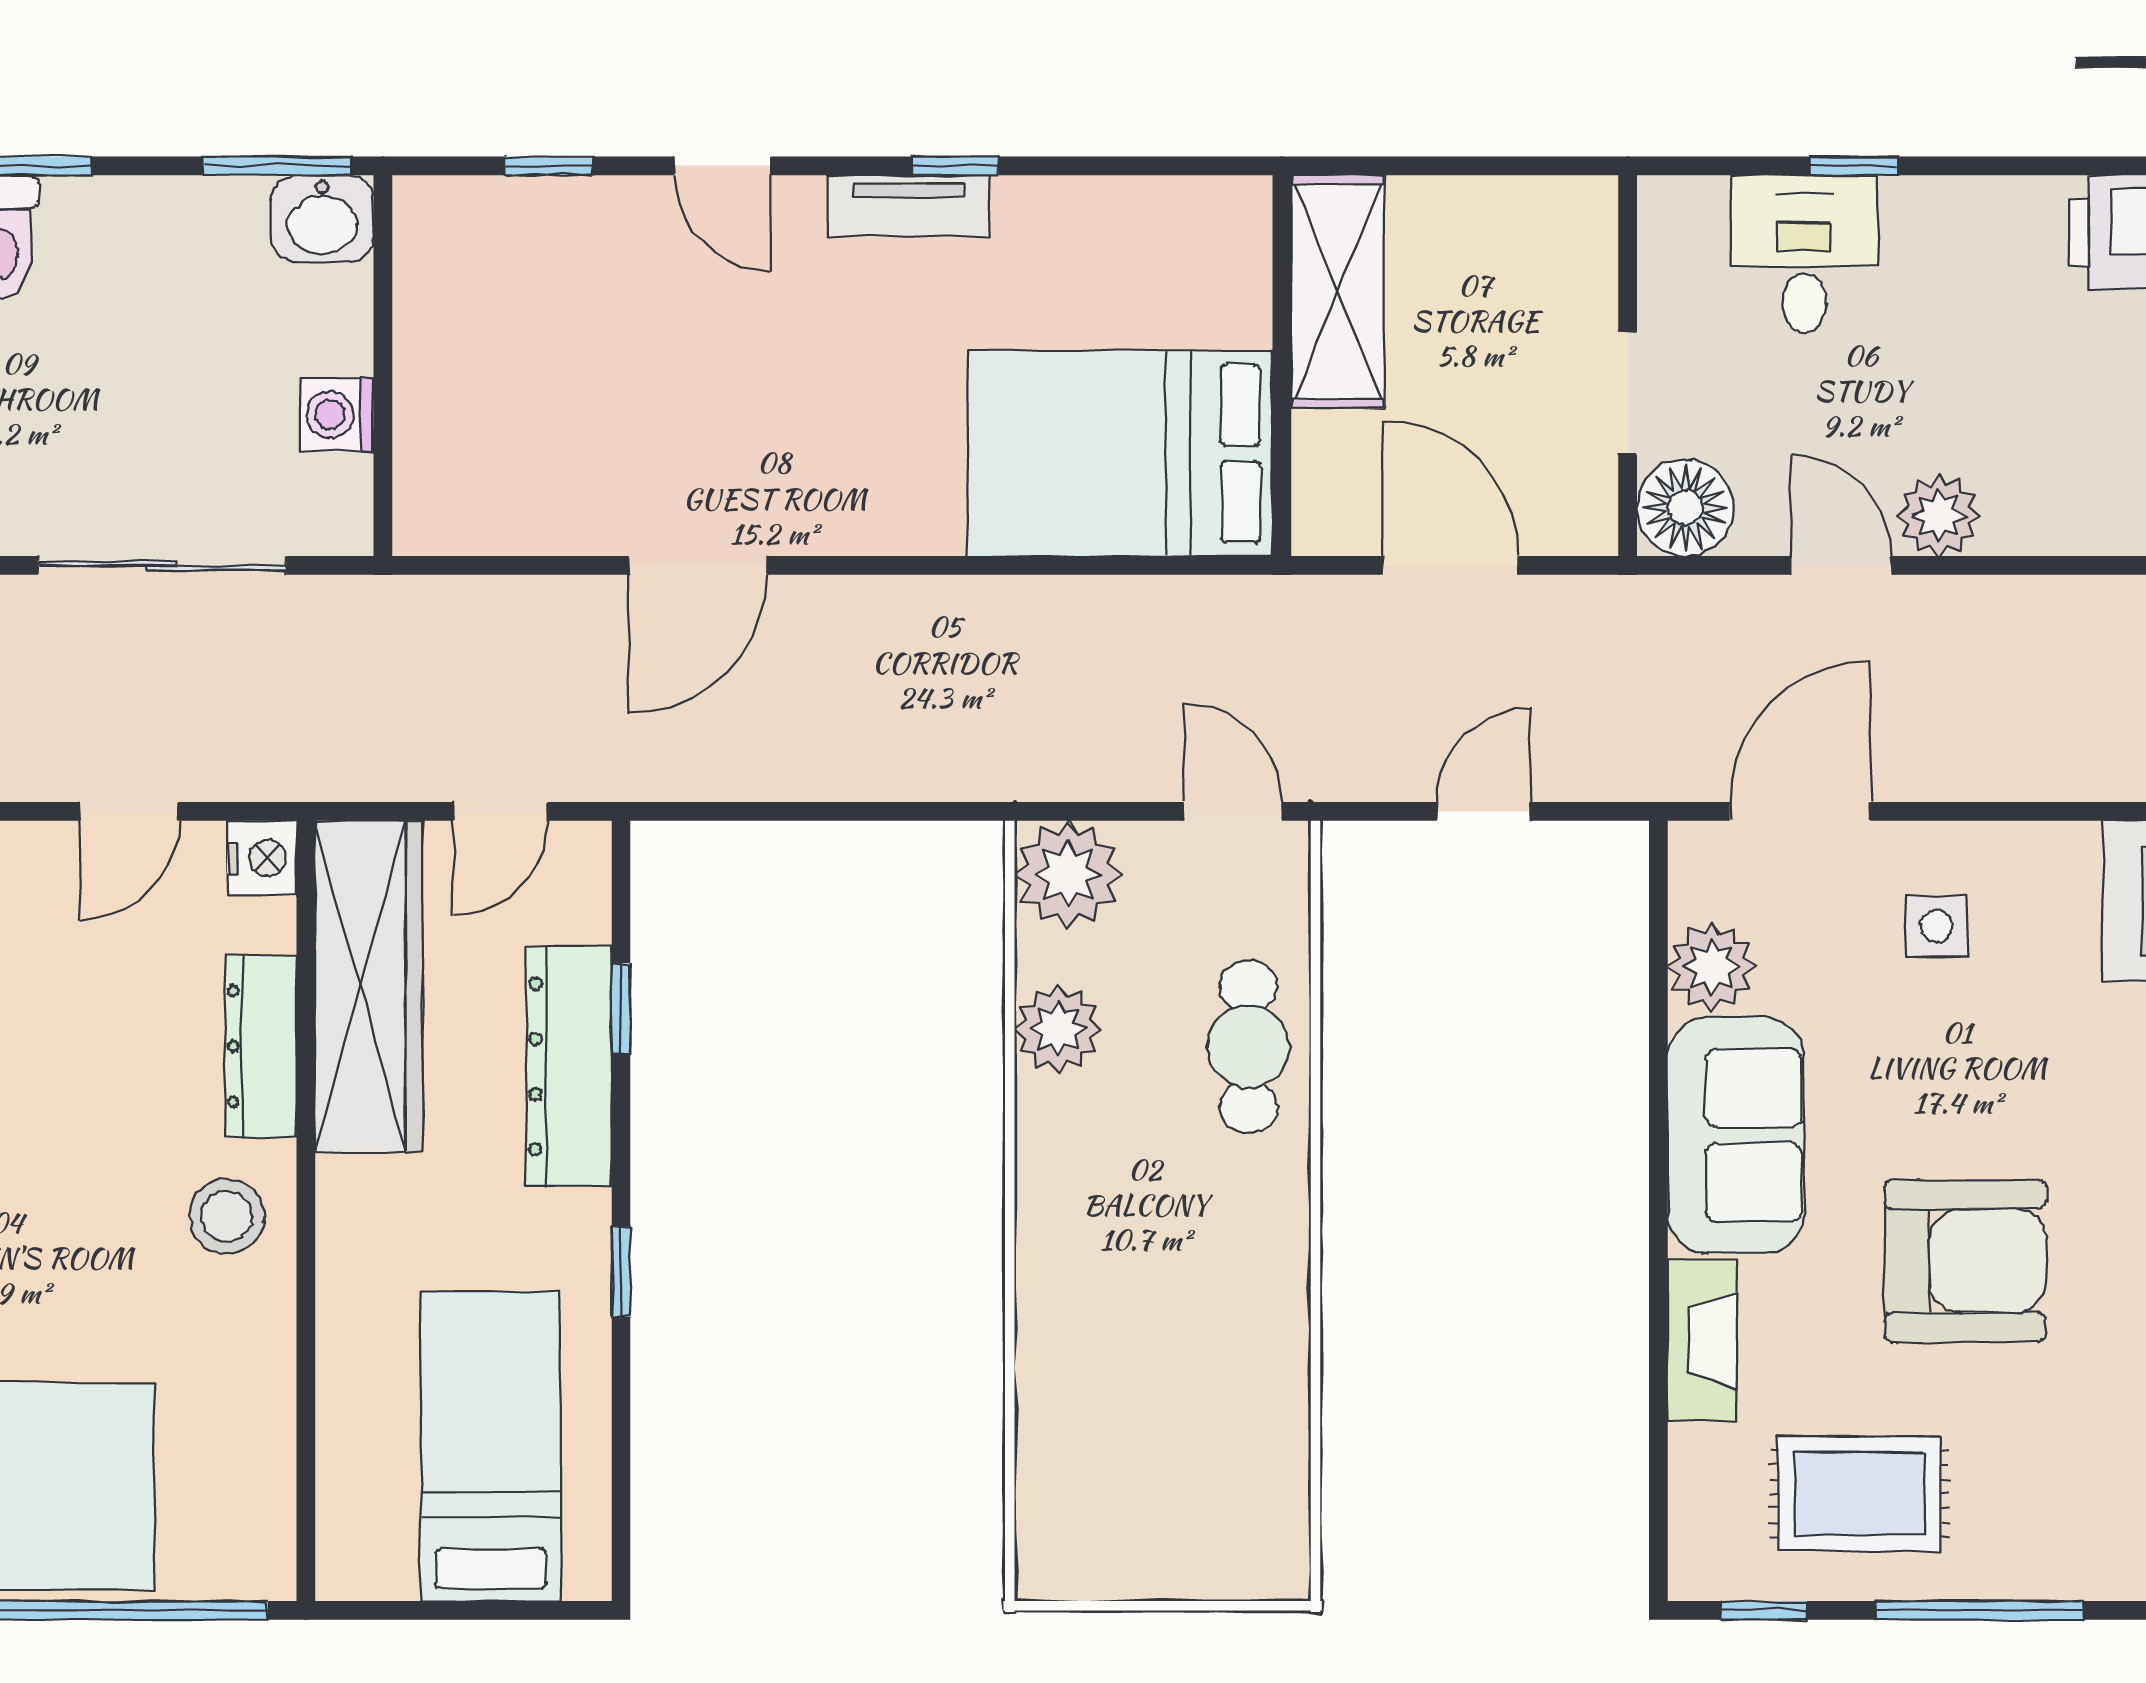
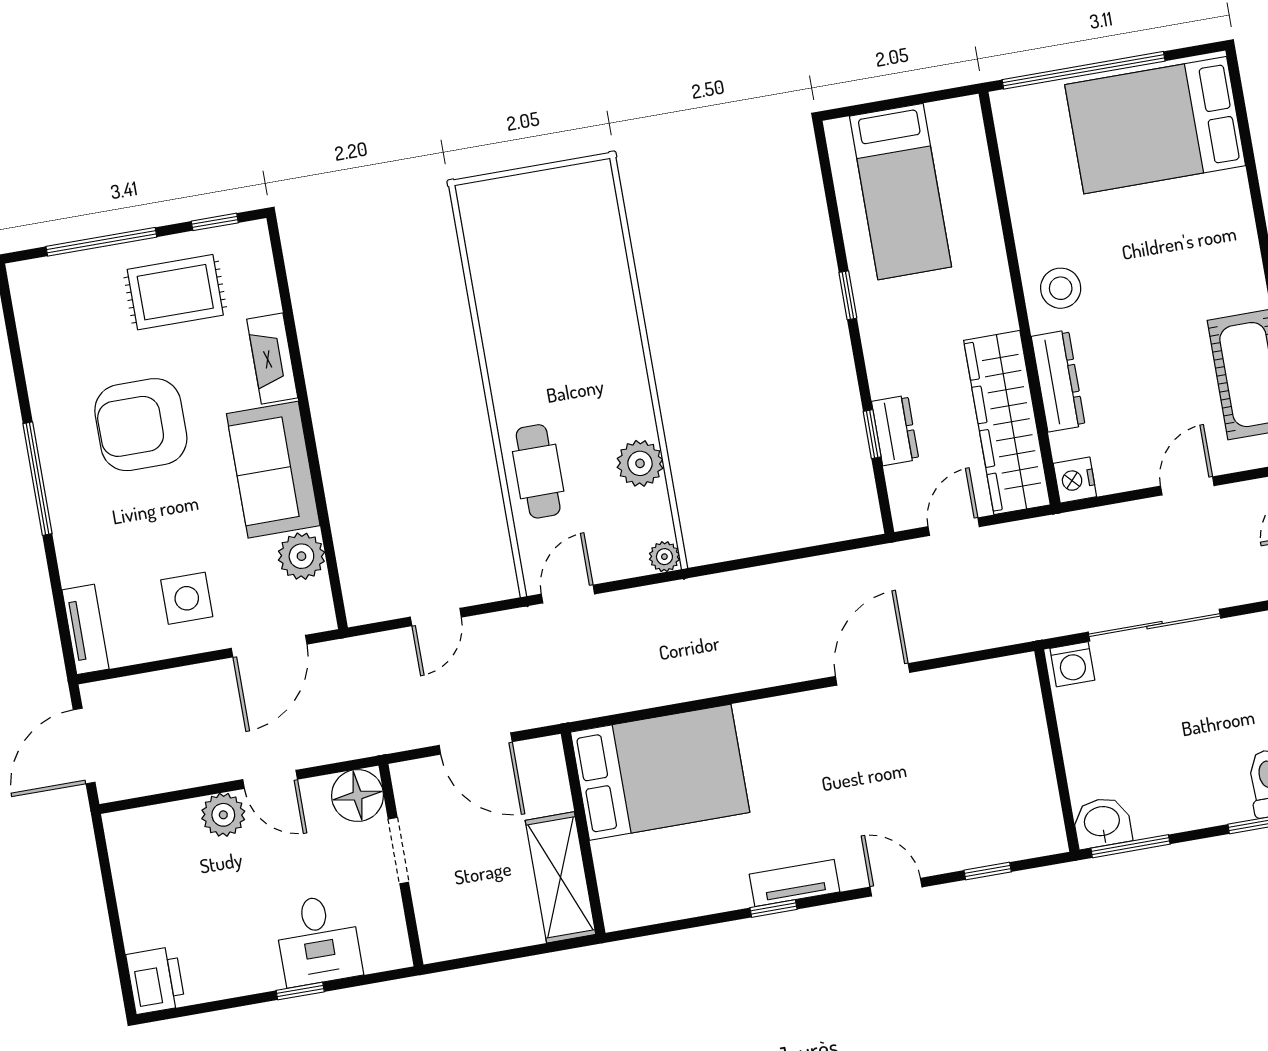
washing machine: (337, 415) -> (1072, 664), moved, turned 90
door: (129, 811) -> (1187, 486), moved
door: (1233, 811) -> (568, 594), swing flipped
plant: (1068, 874) -> (664, 557), width x0.53, depth x0.53
side table: (1936, 926) -> (187, 598), width x1.37, depth x1.37
dresser: (569, 1067) -> (895, 430), width x0.51, depth x0.80

